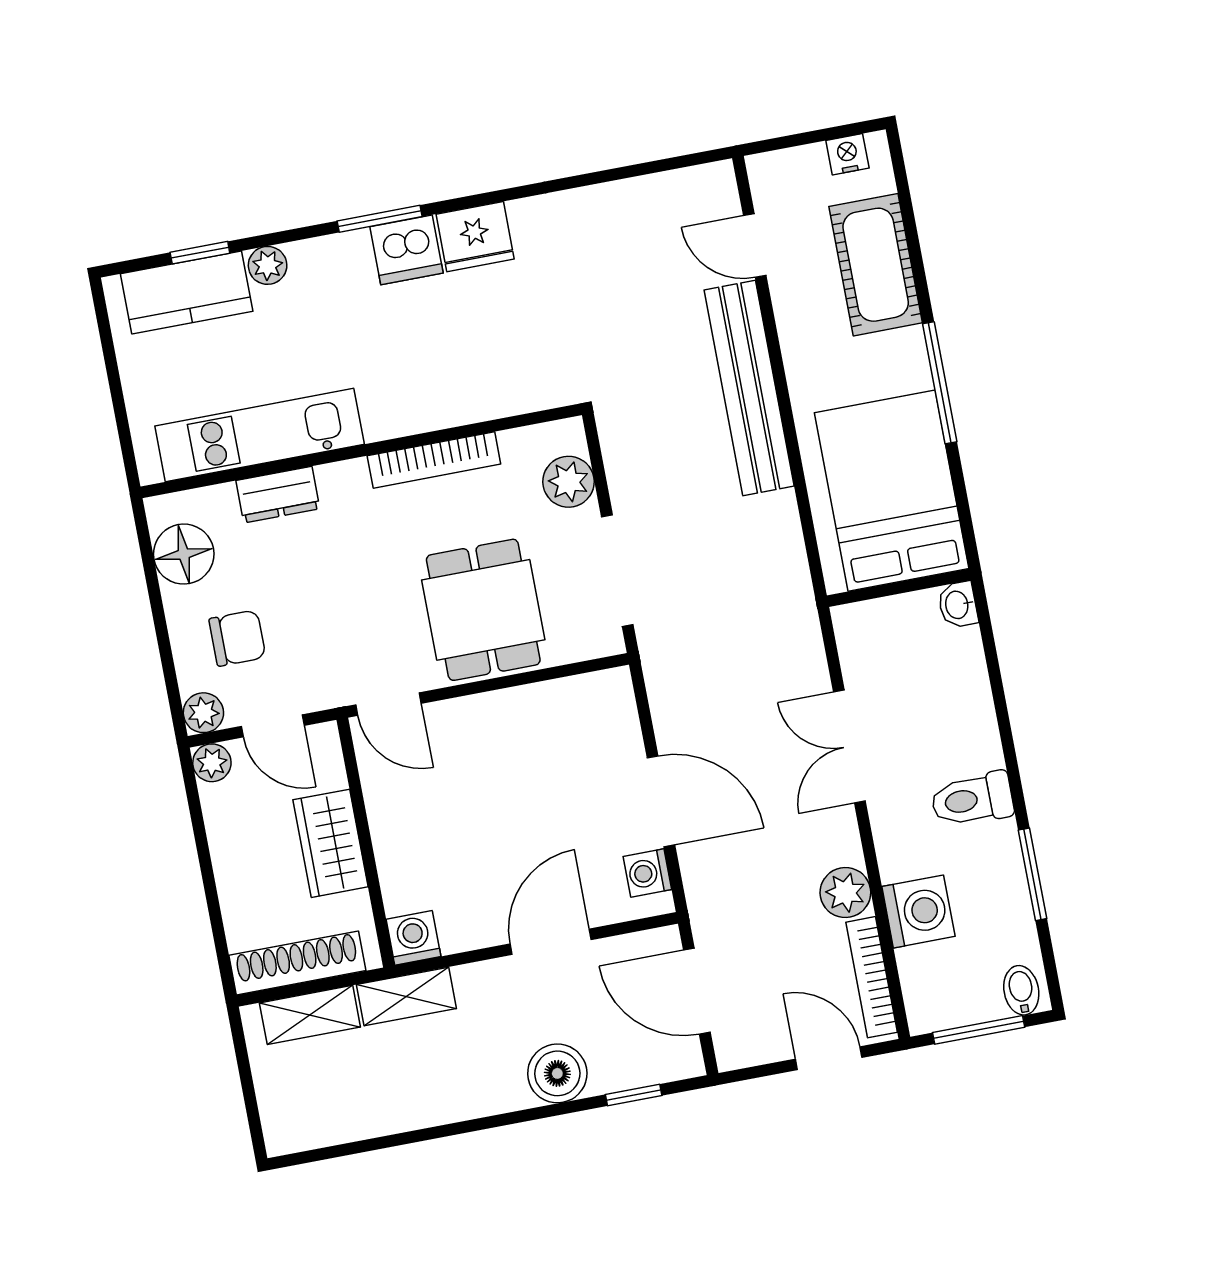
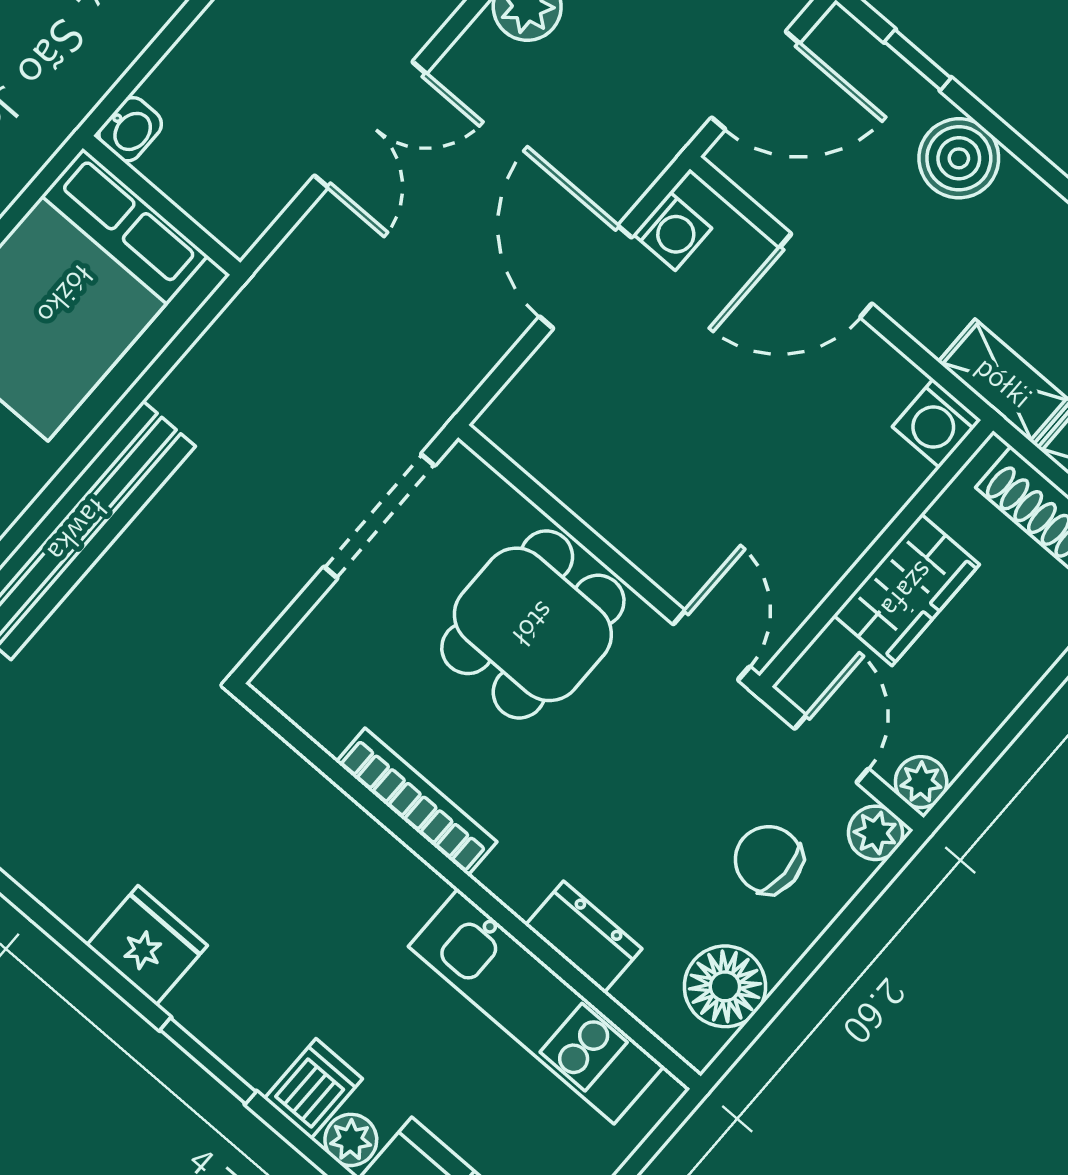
dishwasher: (407, 250) -> (313, 1089), moved, width x0.73
plant: (569, 482) -> (327, 642), removed
door: (697, 991) -> (755, 80), hinge flipped

